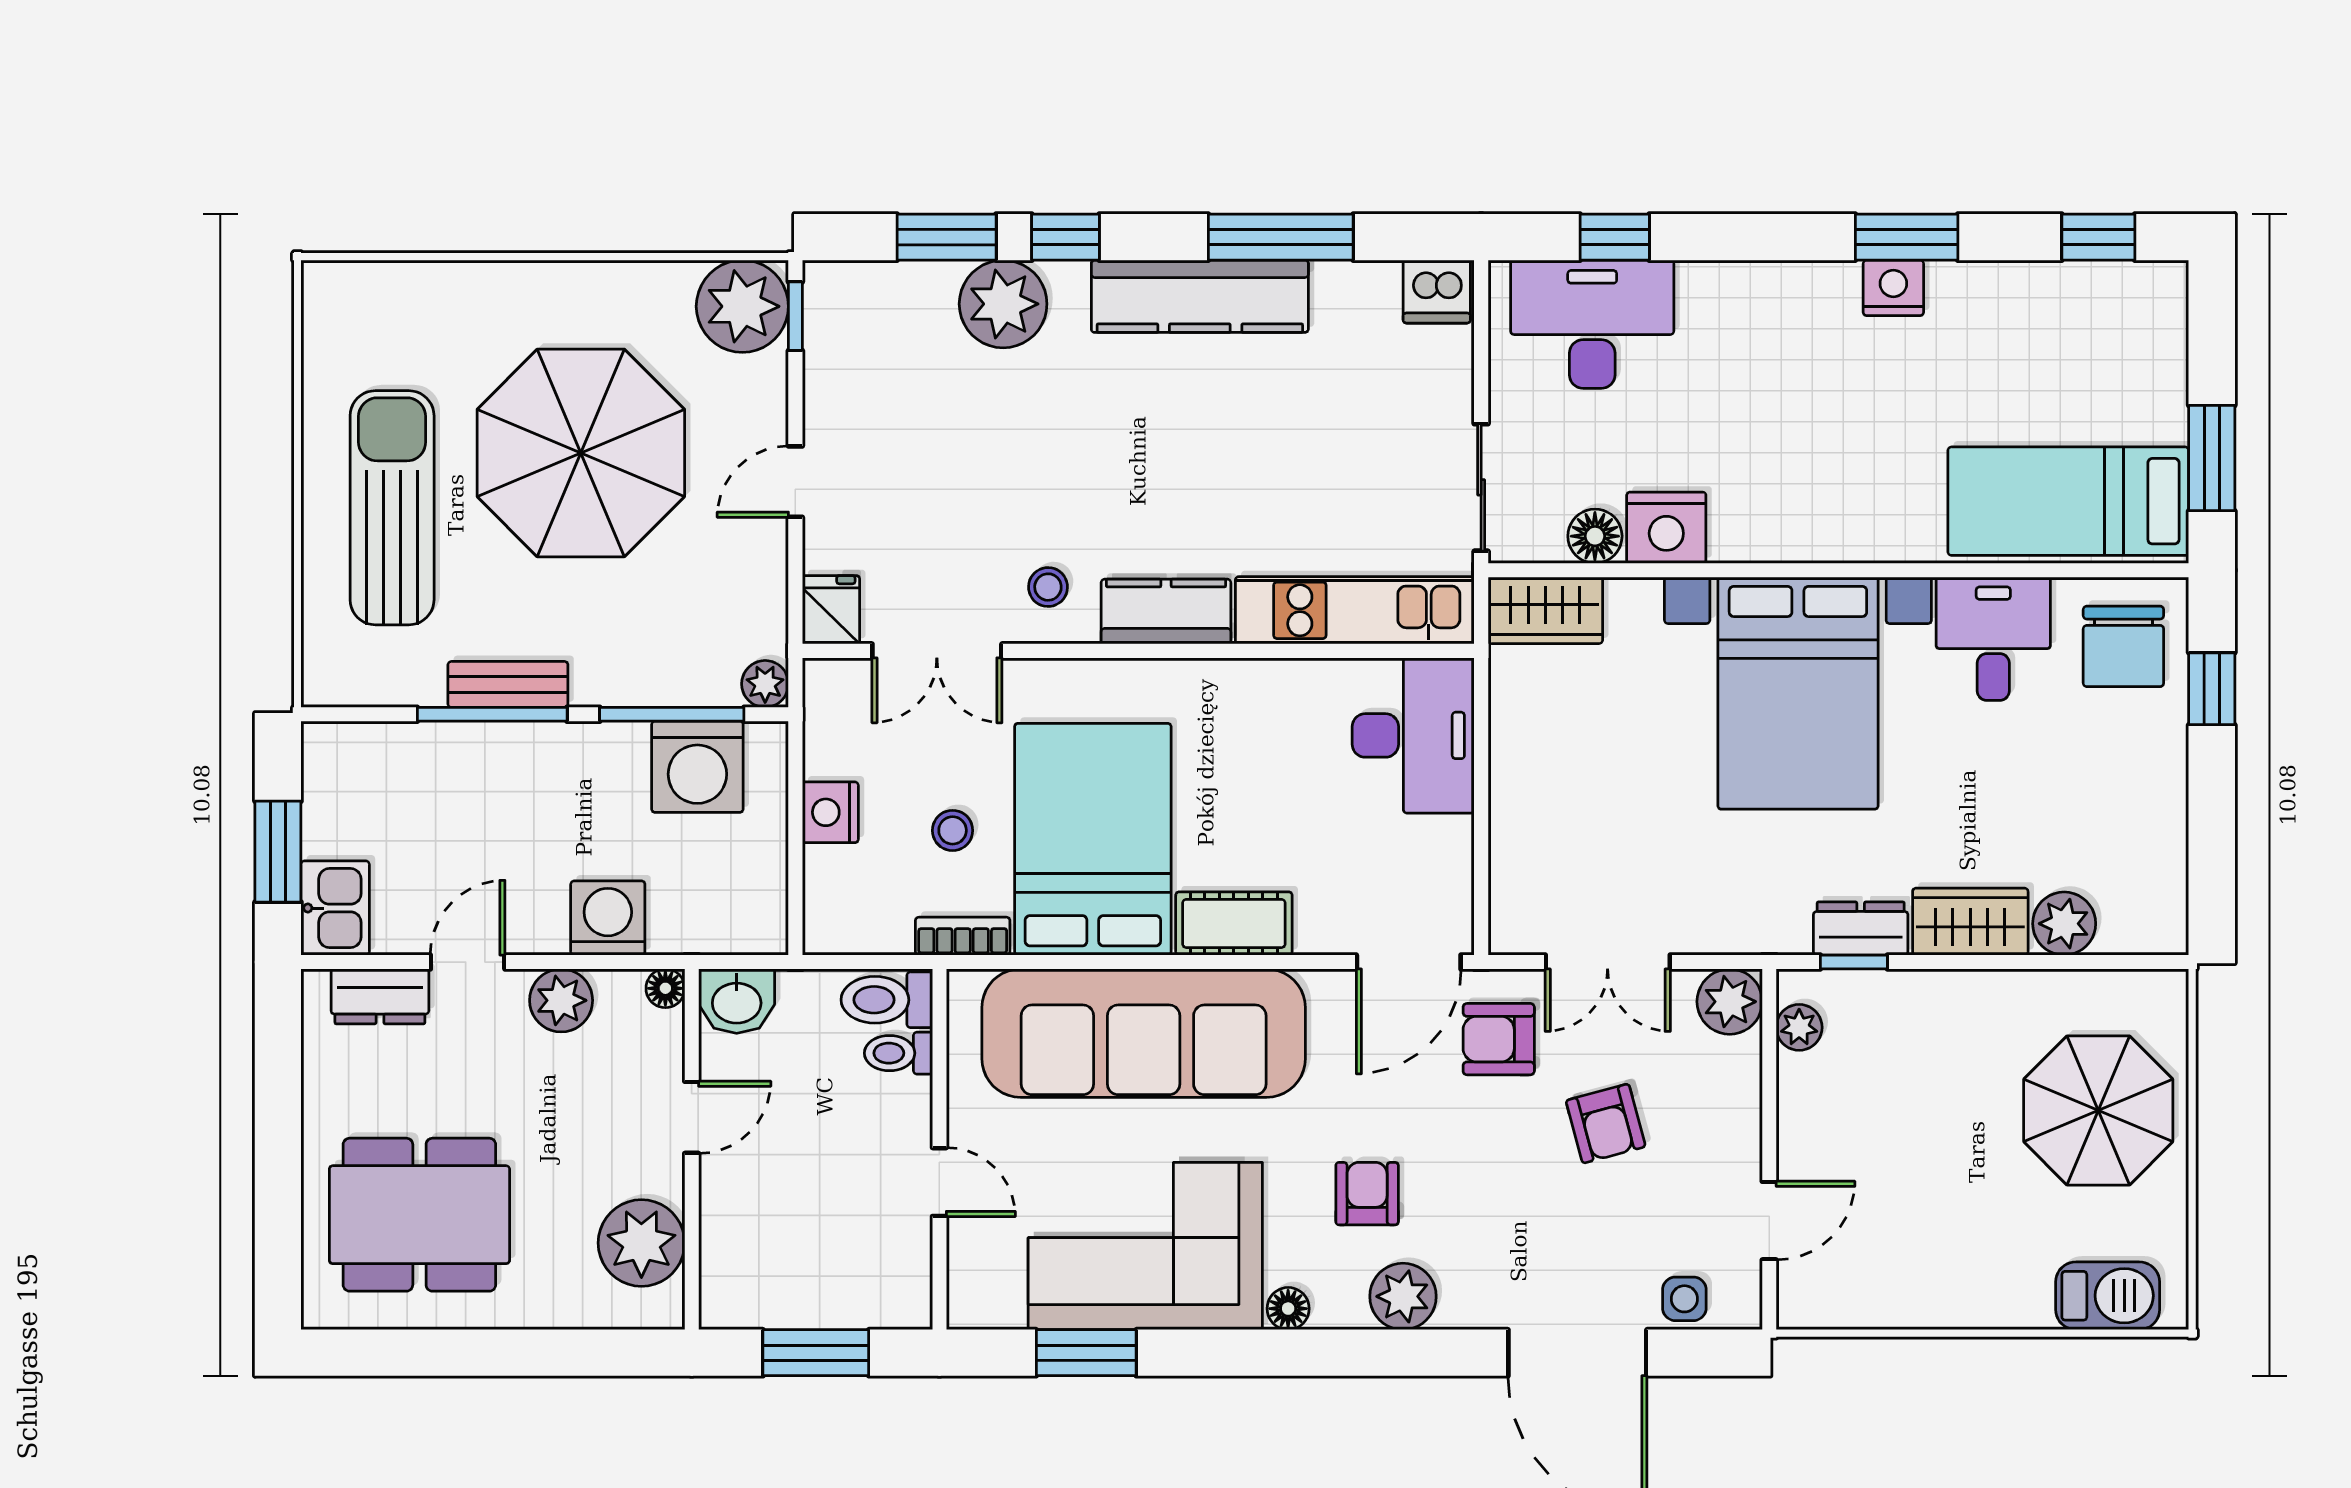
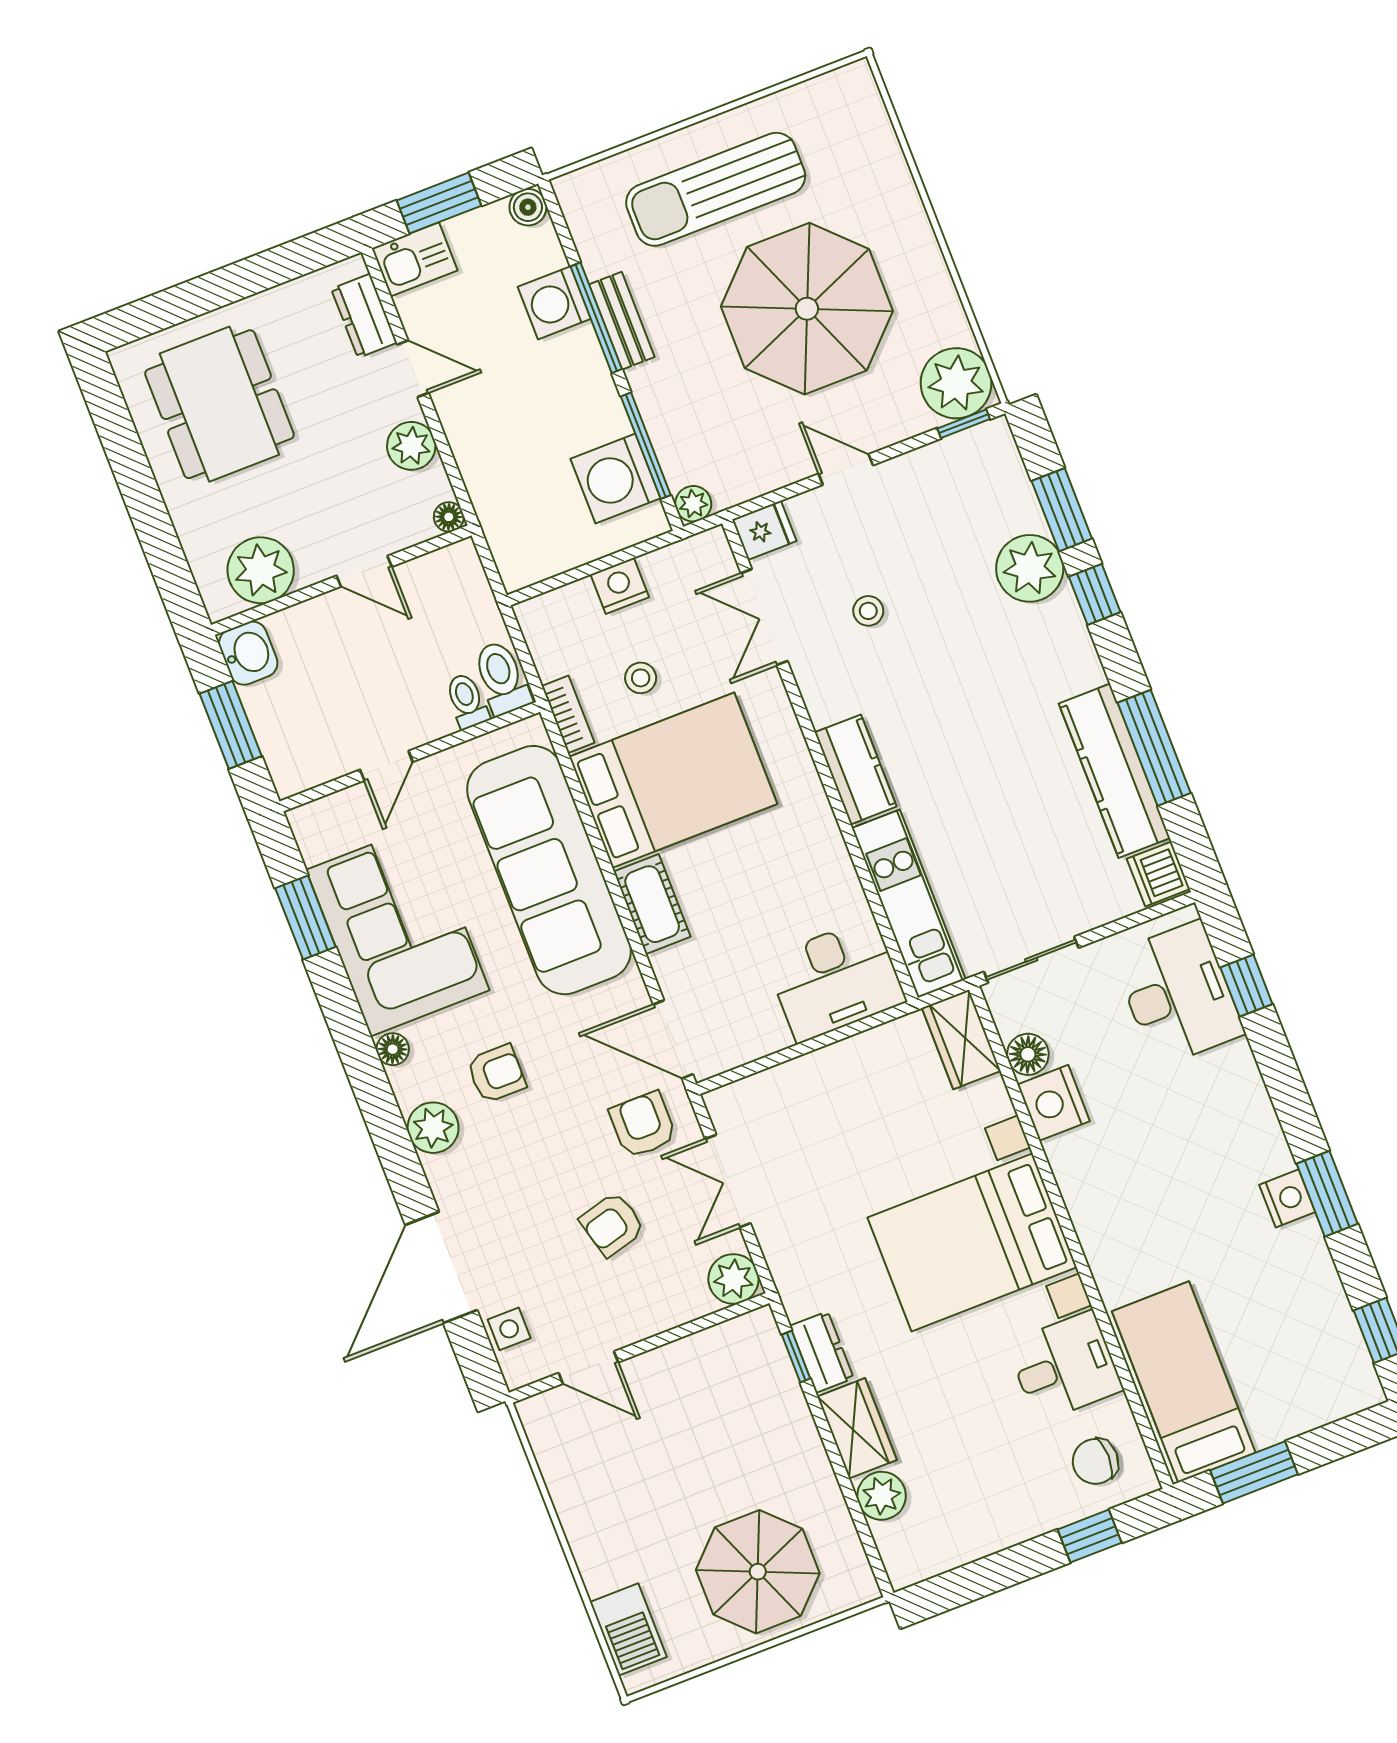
kitchen counter: (1200, 296) -> (1115, 771), moved
sun lounger: (392, 508) -> (716, 189), turned 180
stool: (1048, 587) -> (868, 611), moved
chair: (2123, 646) -> (1095, 1461), width x0.73, depth x0.73
boiler: (325, 745) -> (528, 207), added
washing machine: (608, 918) -> (554, 303), moved, turned 180
washbasin: (737, 1001) -> (248, 653), moved, turned 180
plant: (1799, 1027) -> (734, 1336), removed

